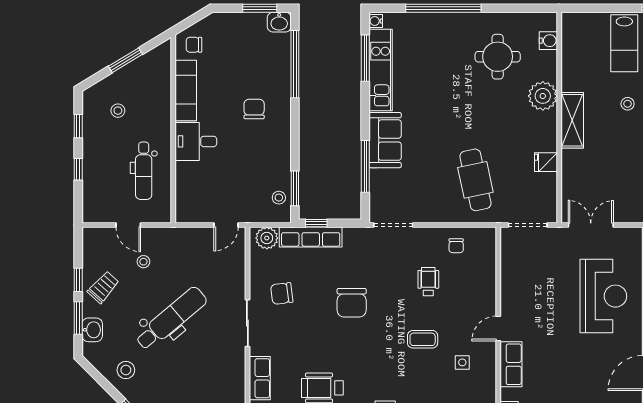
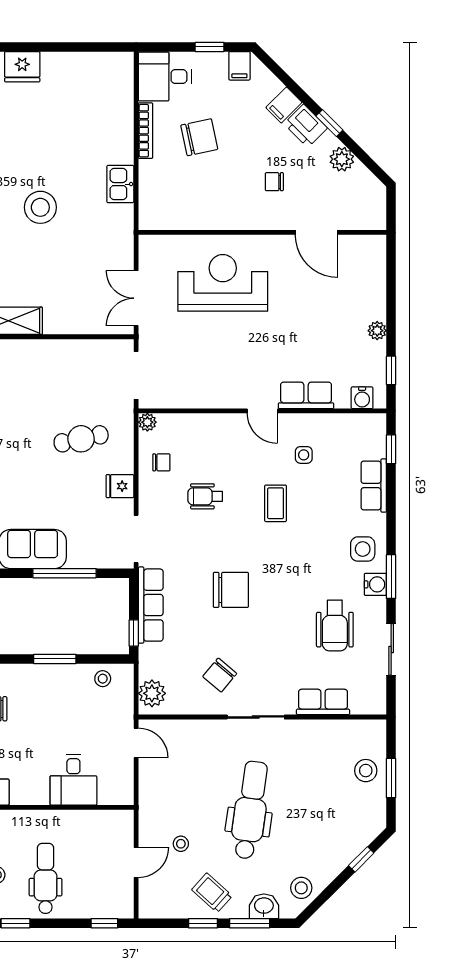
desk: (196, 141) -> (73, 780), moved
fridge: (546, 162) -> (120, 486), moved, turned 90
window: (78, 169) -> (104, 923), moved
dental chair: (144, 171) -> (46, 878), moved, turned -90
cafe table: (475, 180) -> (81, 439), width x0.73, depth x0.74
window: (295, 188) -> (55, 659), moved
plant: (489, 234) -> (147, 422), added
row of seats: (311, 237) -> (151, 605), moved
chair: (282, 294) -> (220, 675), turned 47
dental chair: (171, 319) -> (250, 810), turned 48
stool: (126, 370) -> (301, 888), moved

